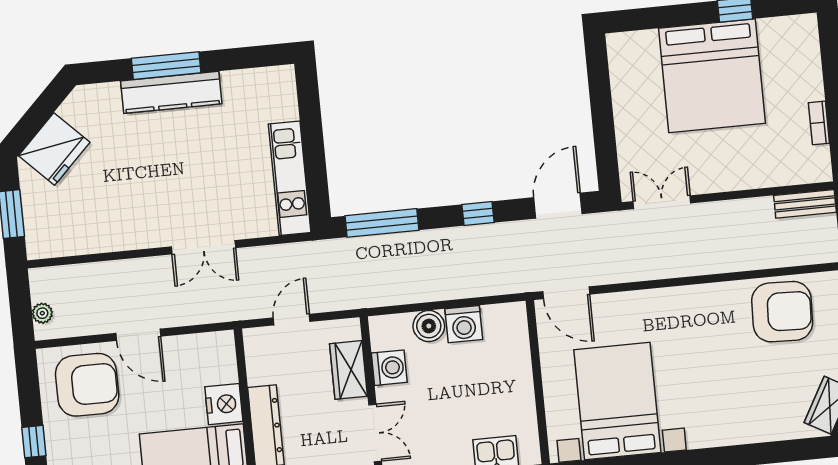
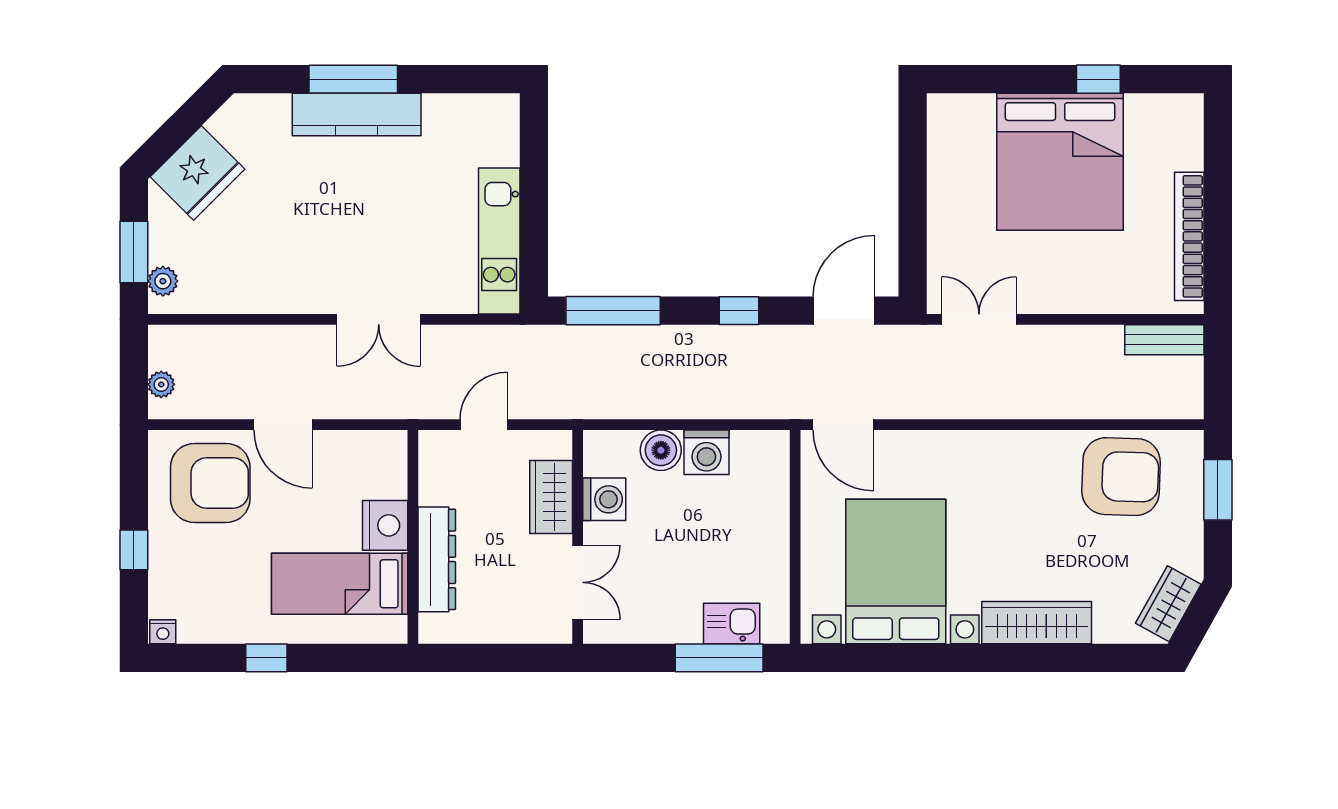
bookcase: (819, 123) -> (1189, 236), width x2.31, depth x1.31
plant: (36, 234) -> (163, 281), added
wardrobe: (729, 430) -> (1037, 623), added

